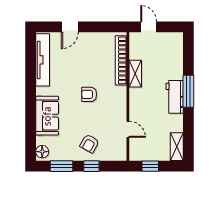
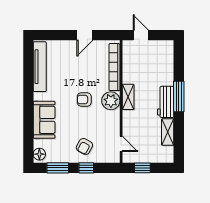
door: (70, 27) -> (85, 35), moved
shelving: (135, 74) -> (128, 97), moved
plant: (117, 96) -> (111, 101), added
door: (128, 129) -> (121, 144), moved
shelving: (177, 147) -> (168, 132), moved

